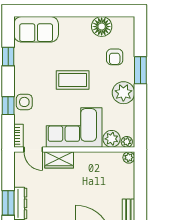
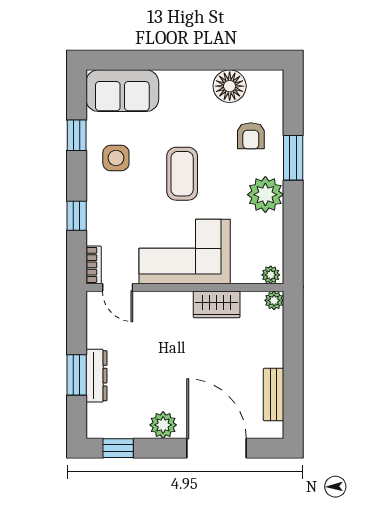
coffee table: (73, 80) -> (182, 174), turned 90
side table: (24, 102) -> (116, 158), moved
plant: (112, 139) -> (246, 270), removed
wardrobe: (59, 160) -> (217, 304), moved

